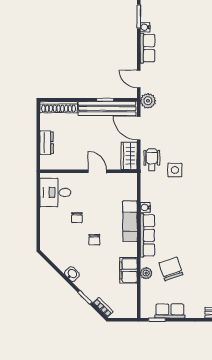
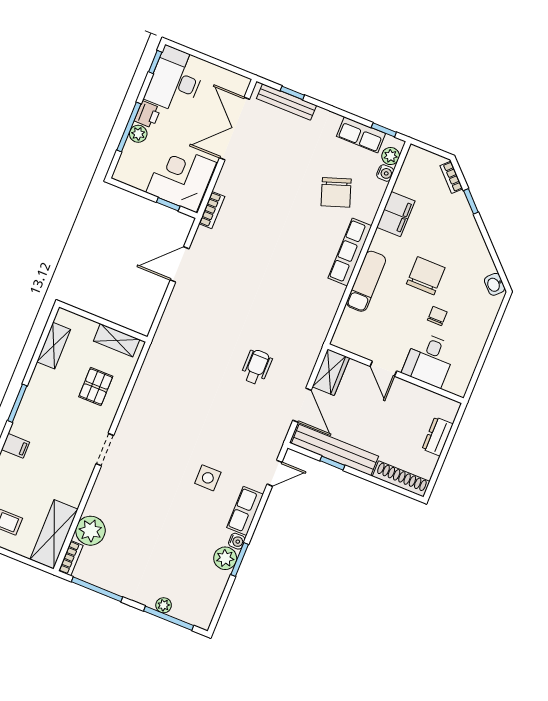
door: (139, 79) -> (274, 473), hinge flipped
plant: (148, 101) -> (225, 558), moved
wheelchair: (152, 160) -> (256, 367), moved, turned 180
side table: (175, 170) -> (208, 478), moved
desk: (55, 192) -> (429, 360), moved, turned 90
water cooler: (145, 207) -> (385, 173), moved
chair: (94, 240) -> (426, 276), width x1.87, depth x1.87
plant: (146, 273) -> (391, 156), moved
washbasin: (72, 274) -> (495, 284), moved

